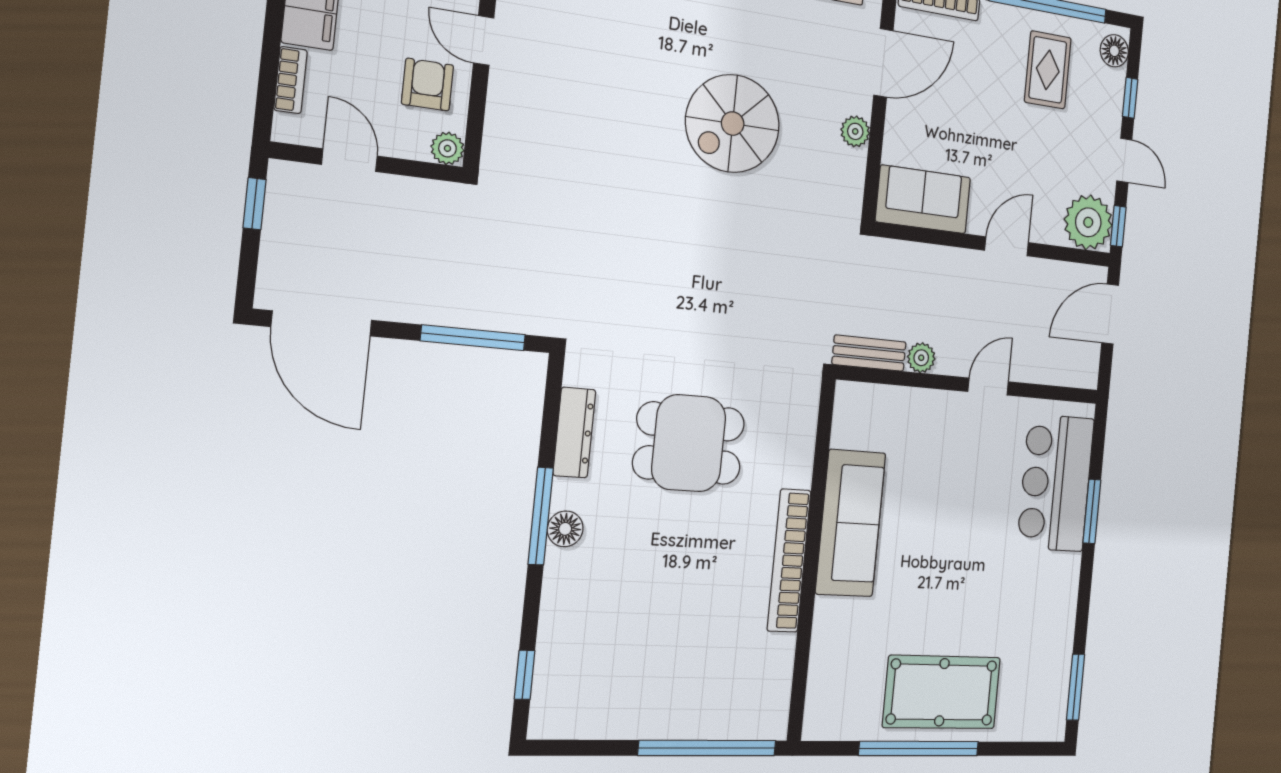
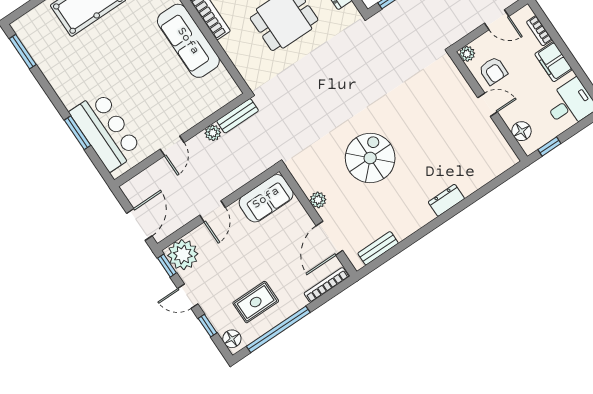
rug: (1048, 70) -> (256, 302), turned 90

